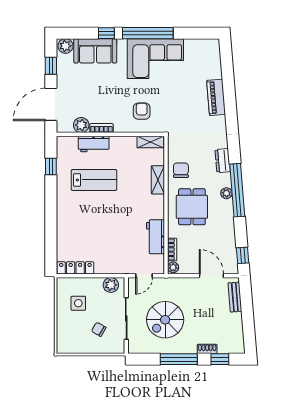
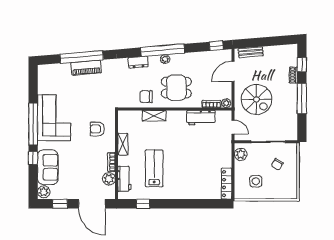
window: (229, 92) -> (82, 57), added
shelving: (150, 142) -> (123, 144), moved
workbench: (94, 144) -> (124, 179), moved
spiral stairs: (165, 320) -> (256, 99), moved

